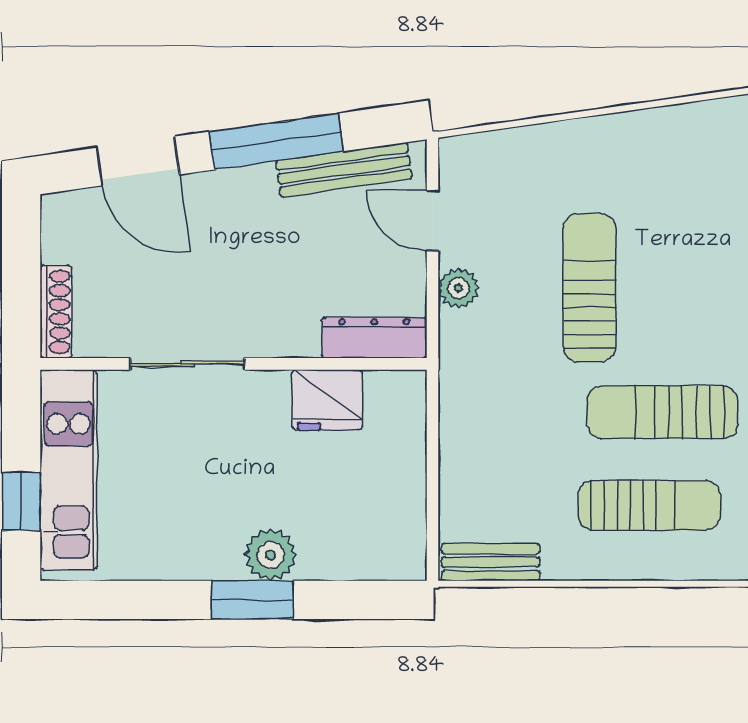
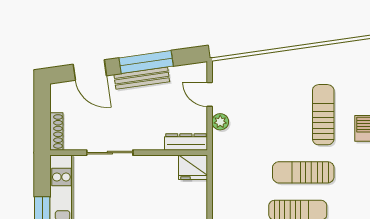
bench: (344, 170) -> (142, 78), moved
sun lounger: (590, 287) -> (323, 115), moved
fridge: (327, 400) -> (193, 167), moved

